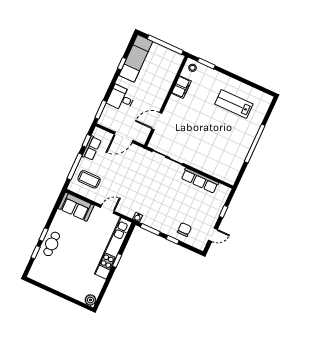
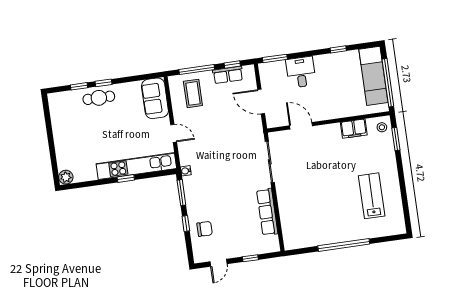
exam couch: (136, 58) -> (373, 76), moved, turned 90
door: (213, 235) -> (219, 263), hinge flipped

